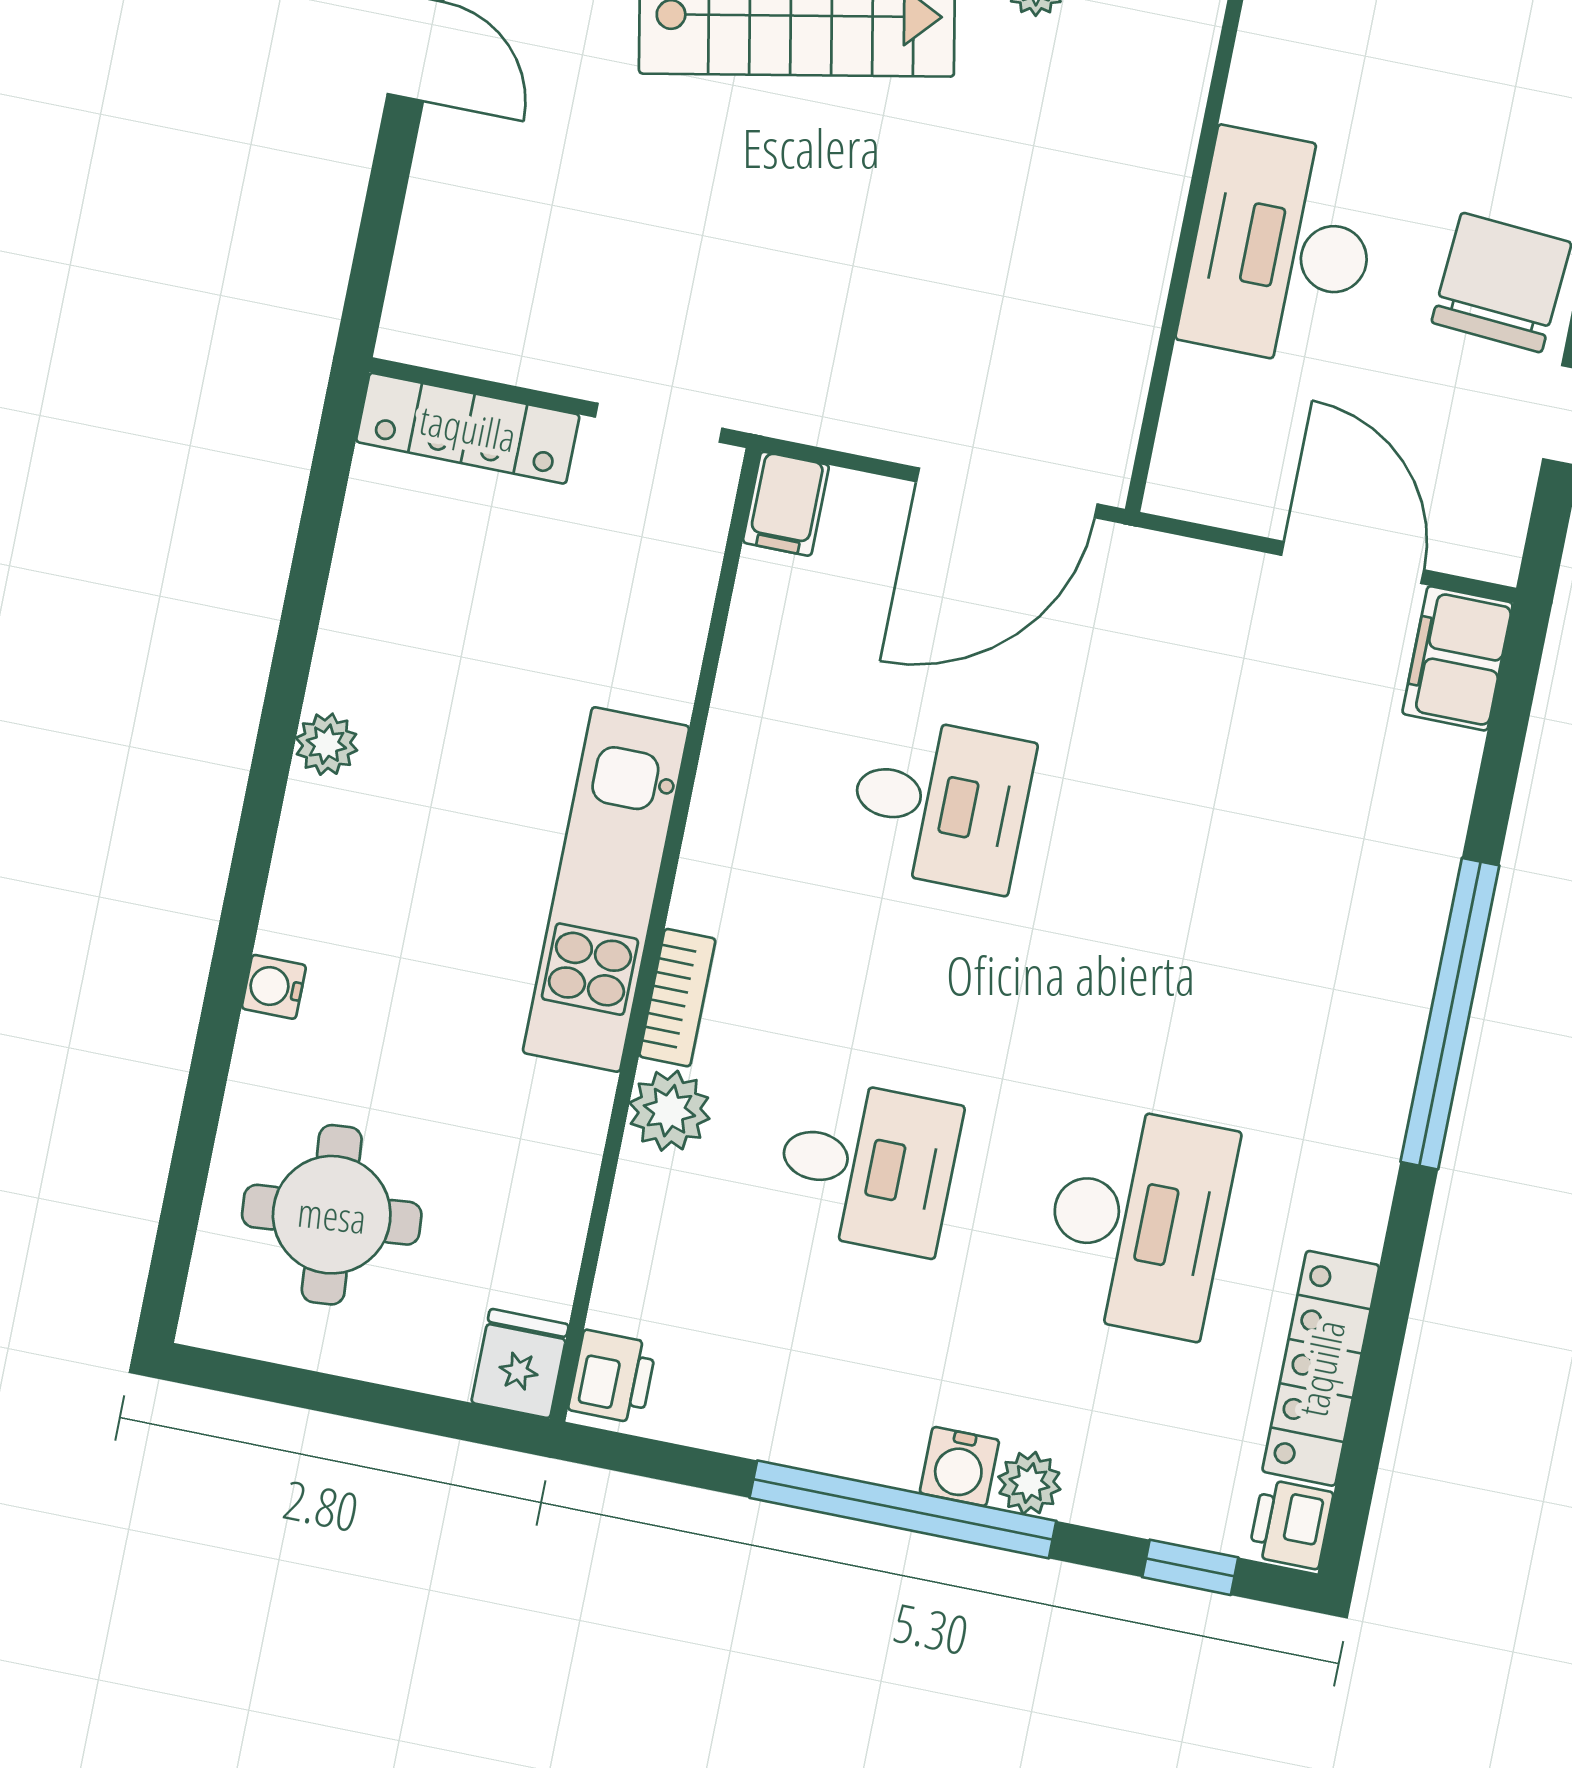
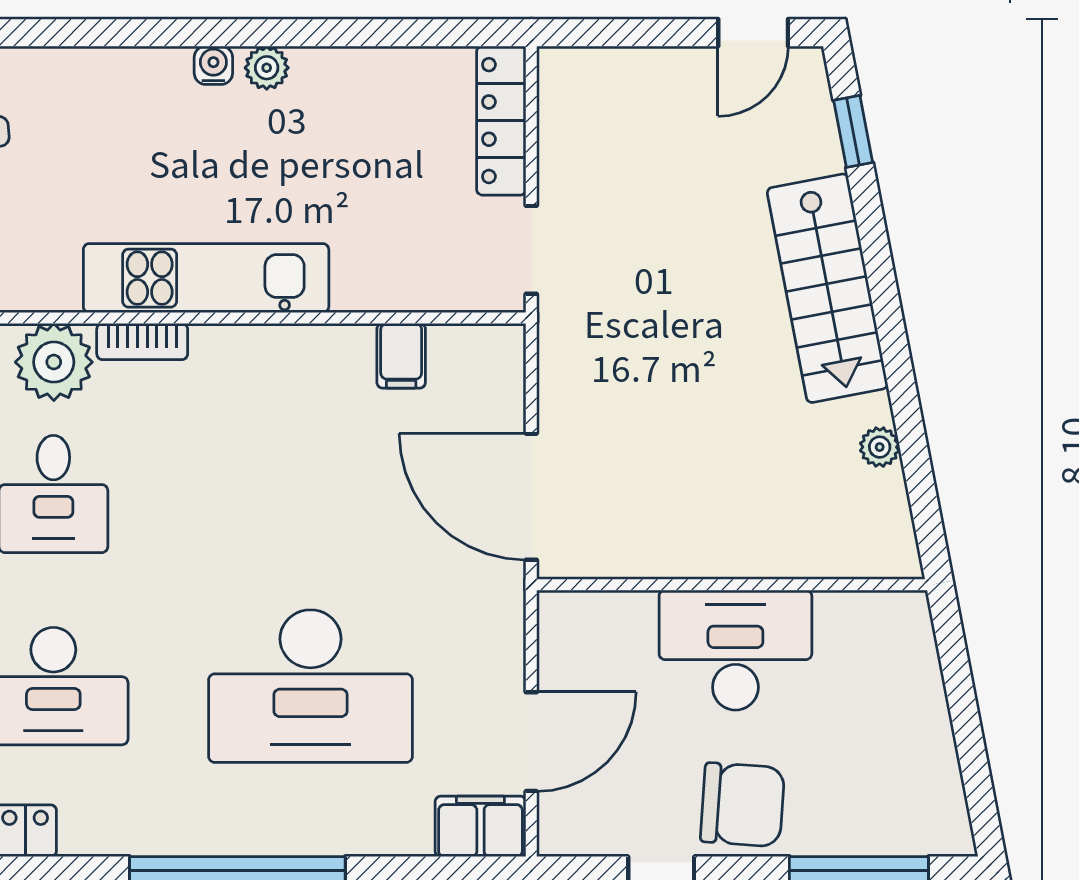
filing cabinet: (786, 504) -> (401, 356), moved, turned -90
desk: (940, 804) -> (310, 686), moved, width x1.87, depth x1.30
water cooler: (274, 987) -> (213, 65), moved
plant: (669, 1111) -> (54, 362), width x1.36, depth x1.36

